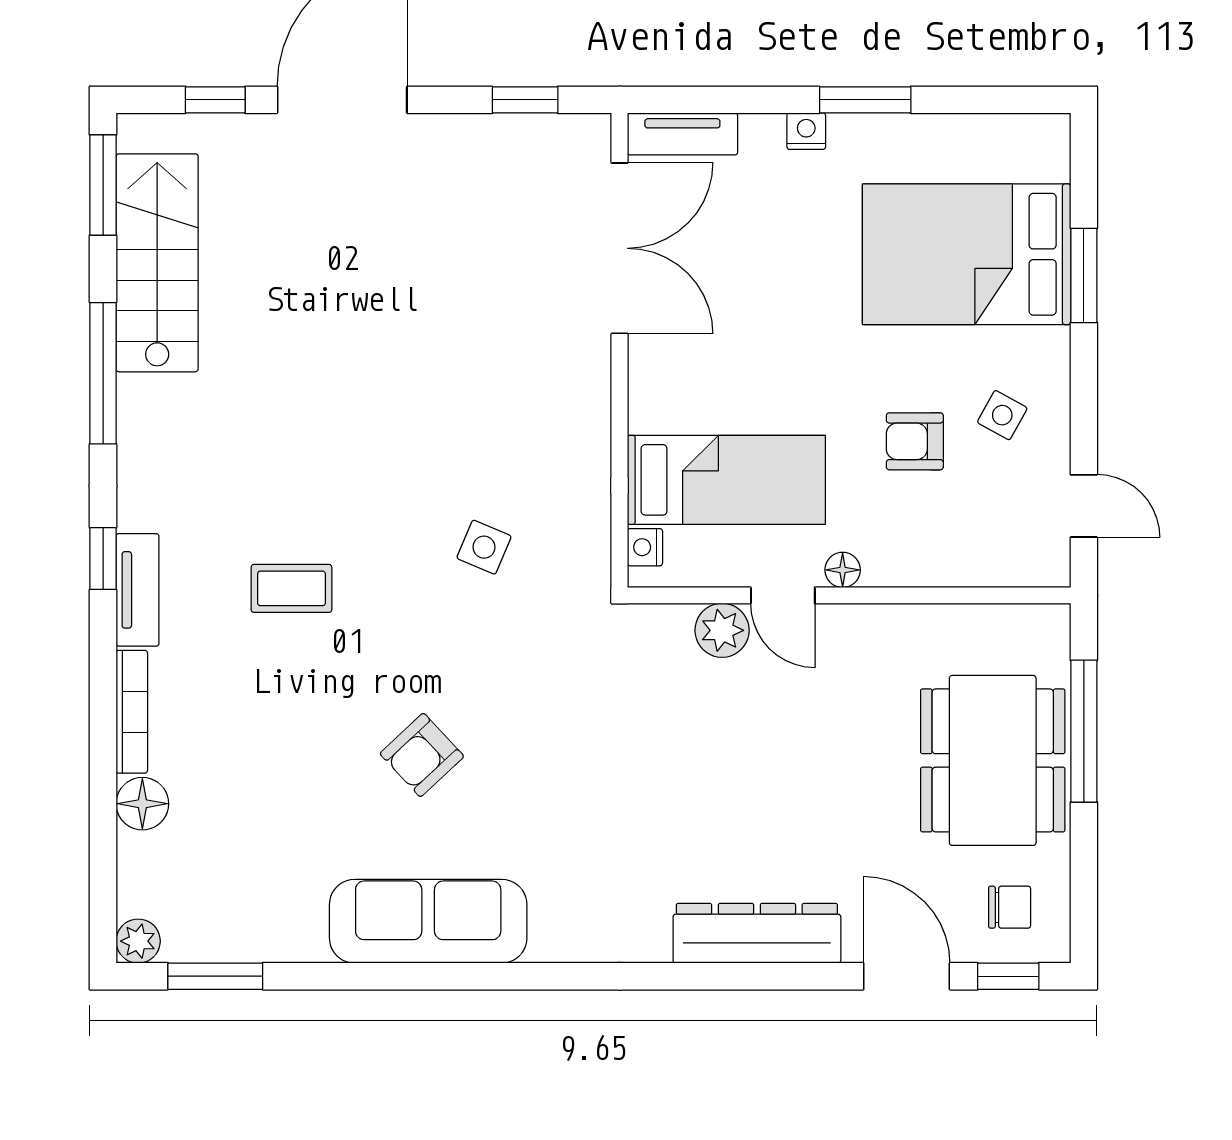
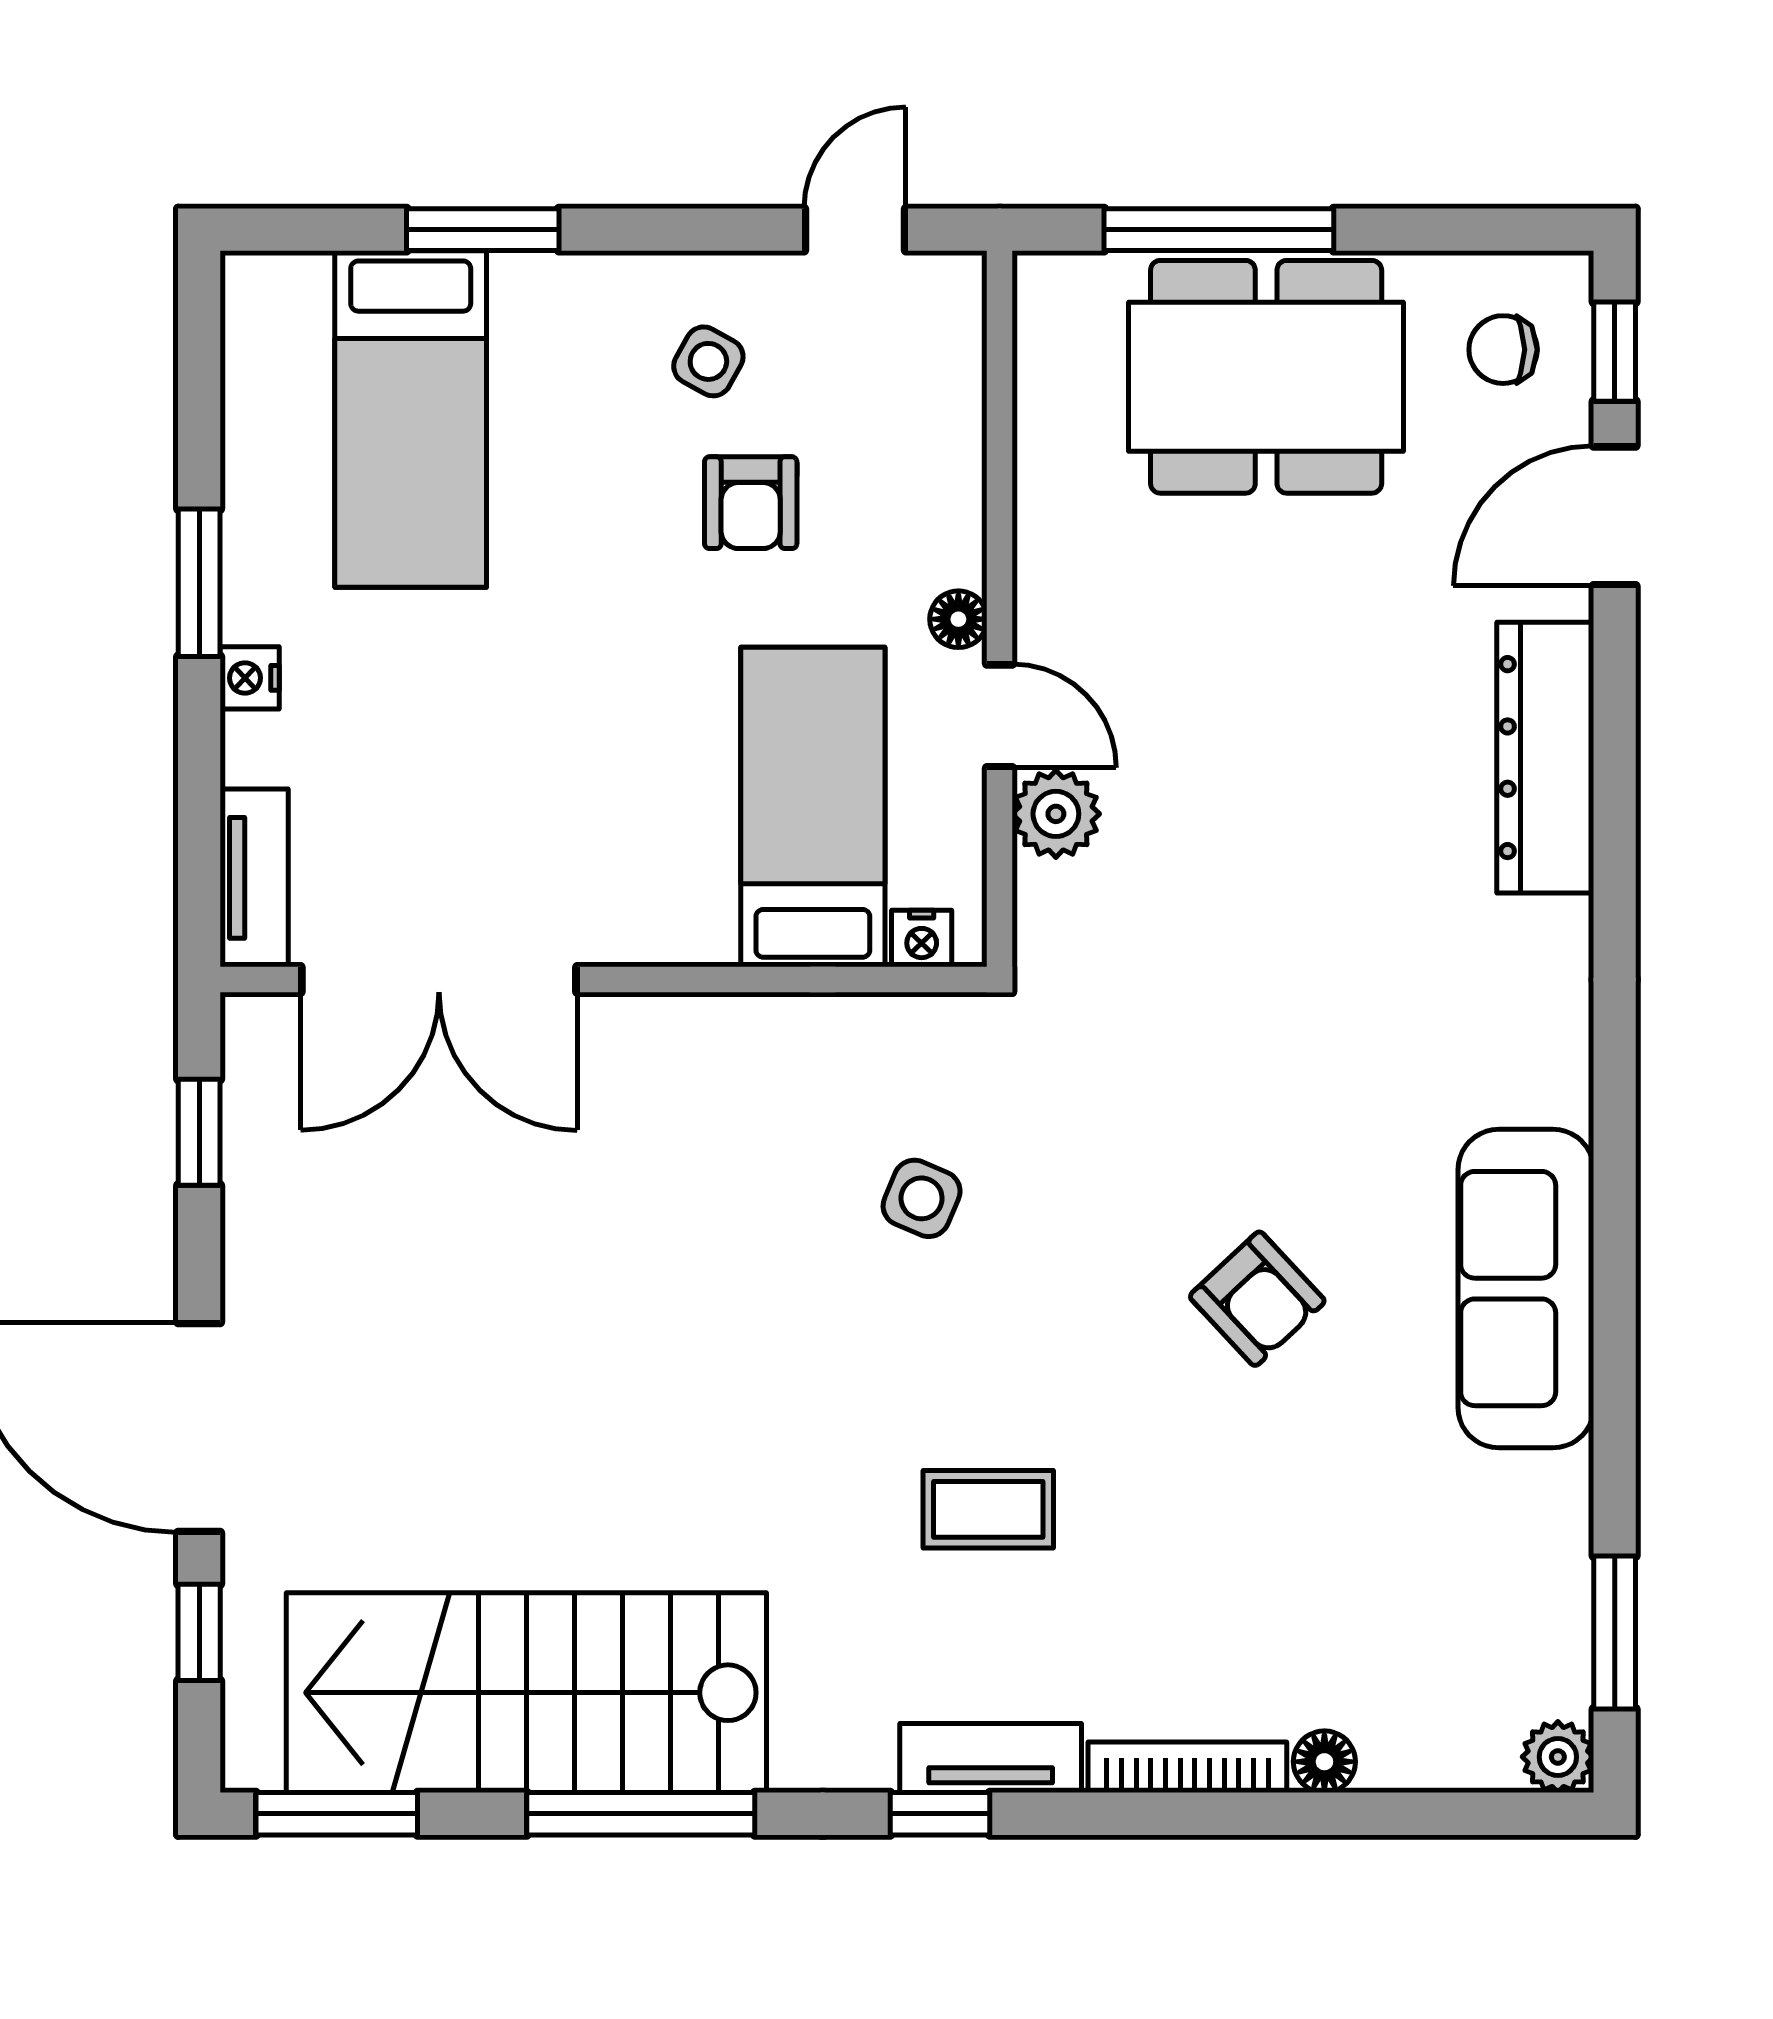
double door: (619, 248) -> (439, 980), swing flipped
bed: (967, 254) -> (411, 419), width x0.67
stairs: (157, 263) -> (526, 1693), width x1.36, depth x1.51
coffee table: (291, 588) -> (988, 1509), turned 90
door: (783, 595) -> (1000, 716), hinge flipped
floor lamp: (142, 804) -> (1324, 1762), width x0.73, depth x0.73
chair: (1010, 907) -> (1503, 350), turned -90

